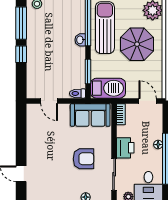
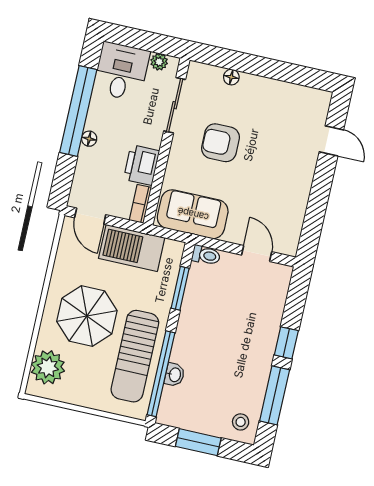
washbasin: (80, 40) -> (174, 375), moved
barbecue: (108, 88) -> (132, 248), moved
printer: (125, 148) -> (142, 165), moved

